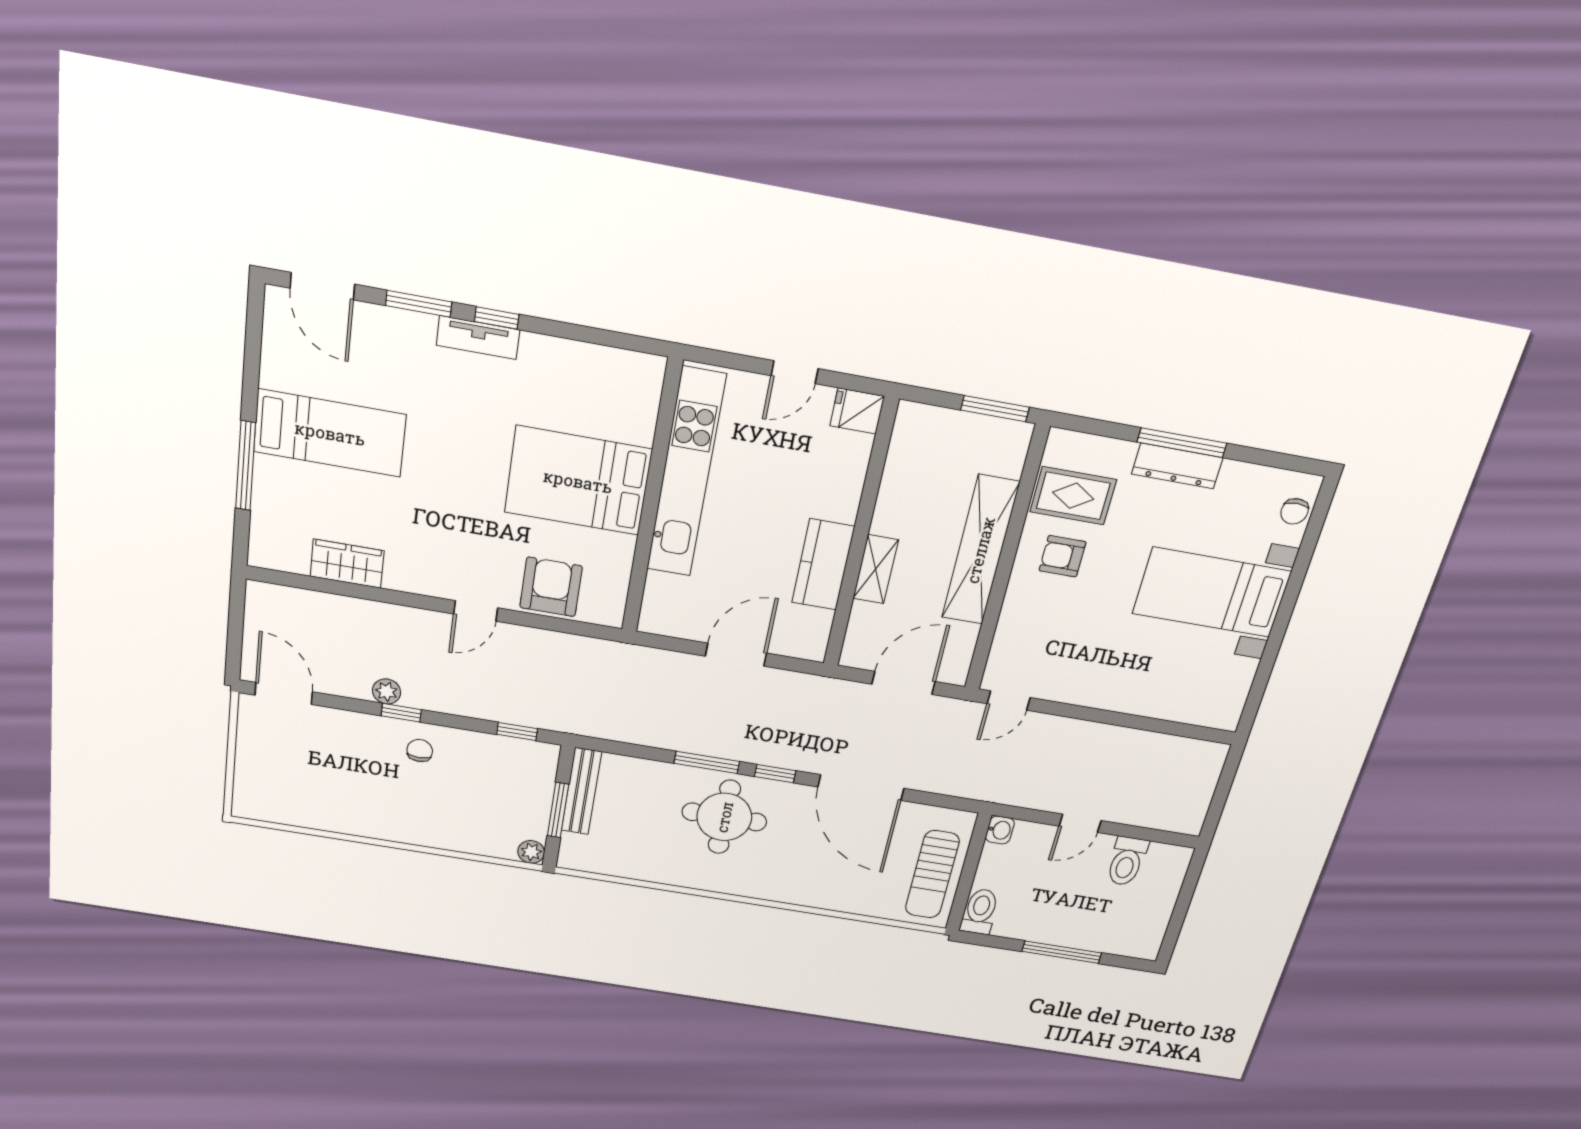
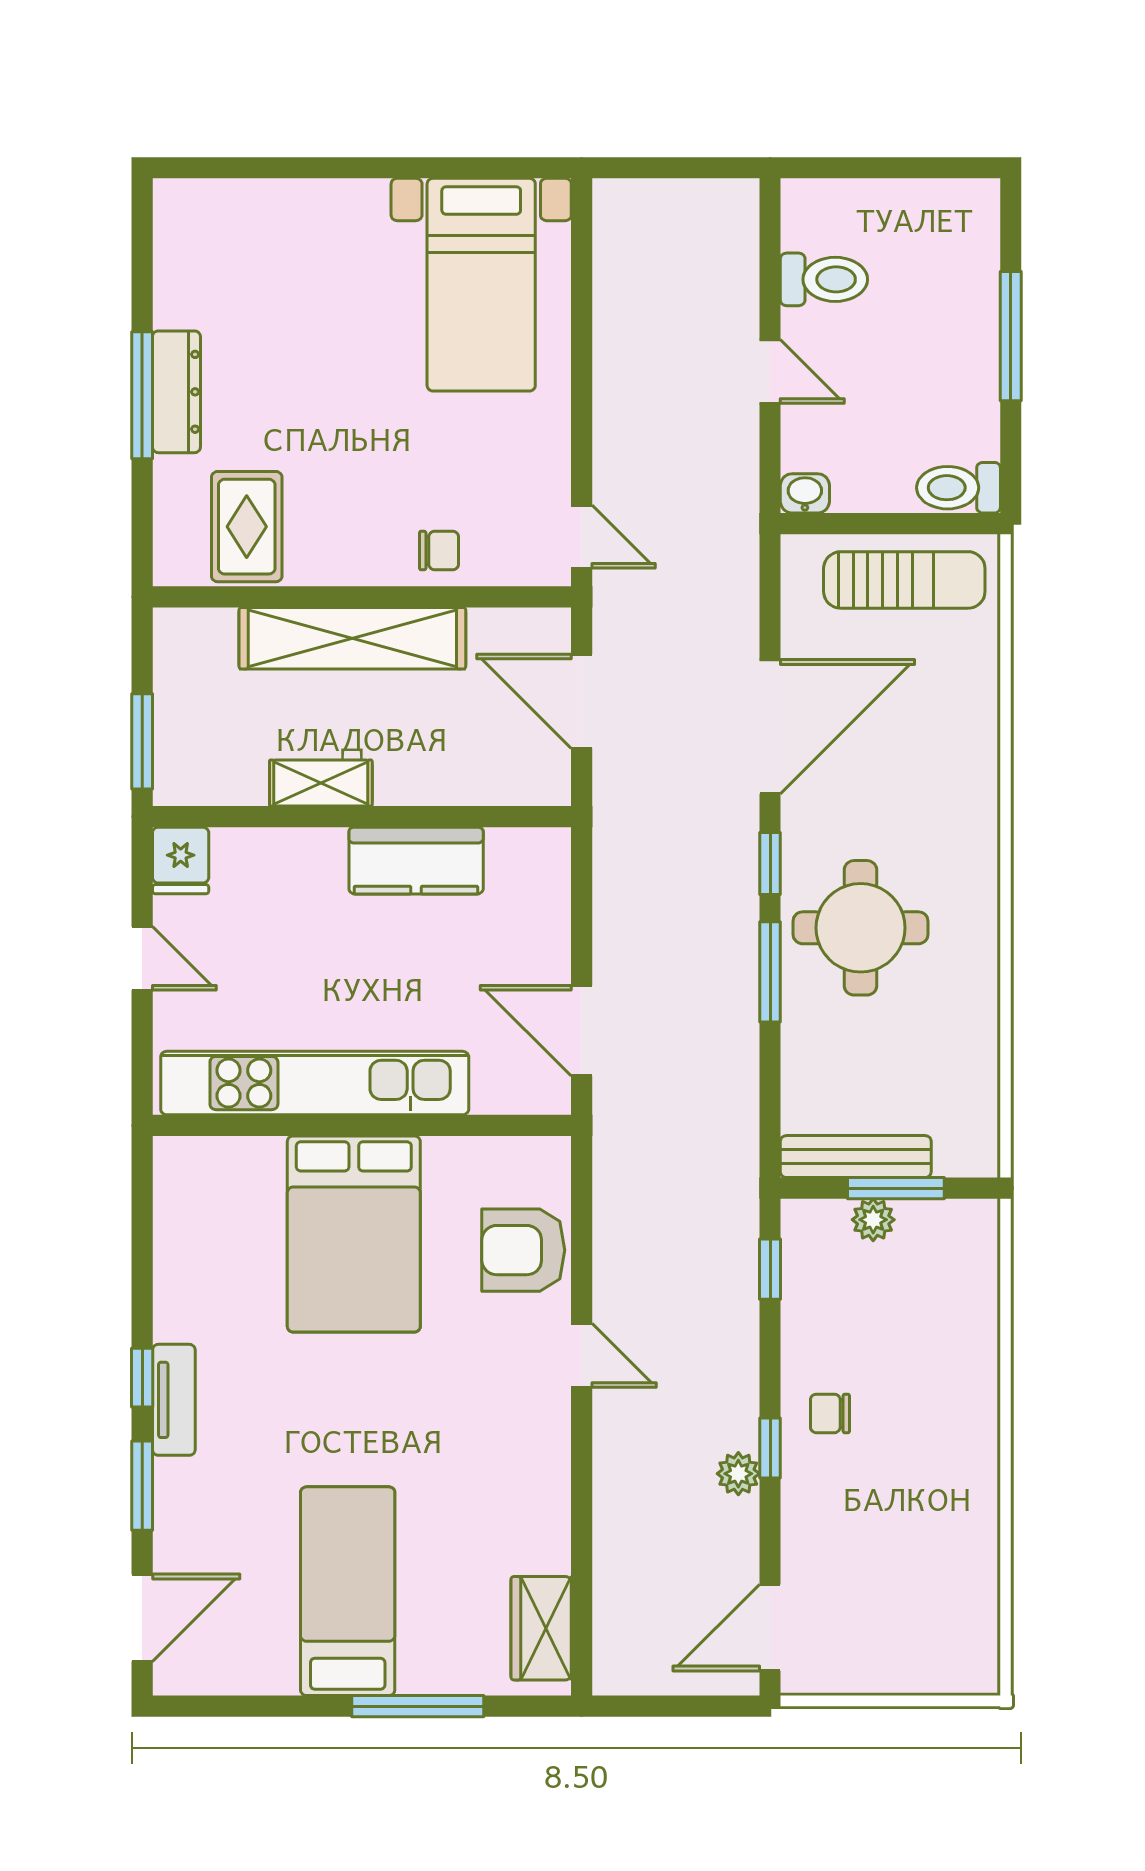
window: (995, 409) -> (142, 741), moved
chair: (1295, 511) -> (439, 550), moved
armchair: (1062, 556) -> (340, 517), removed
wardrobe: (347, 564) -> (541, 1628), moved
shelving: (876, 569) -> (321, 783), moved
bed with nightstands: (1212, 592) -> (481, 285), moved
door: (736, 655) -> (582, 1031), moved
plant: (531, 852) -> (873, 1220), moved

